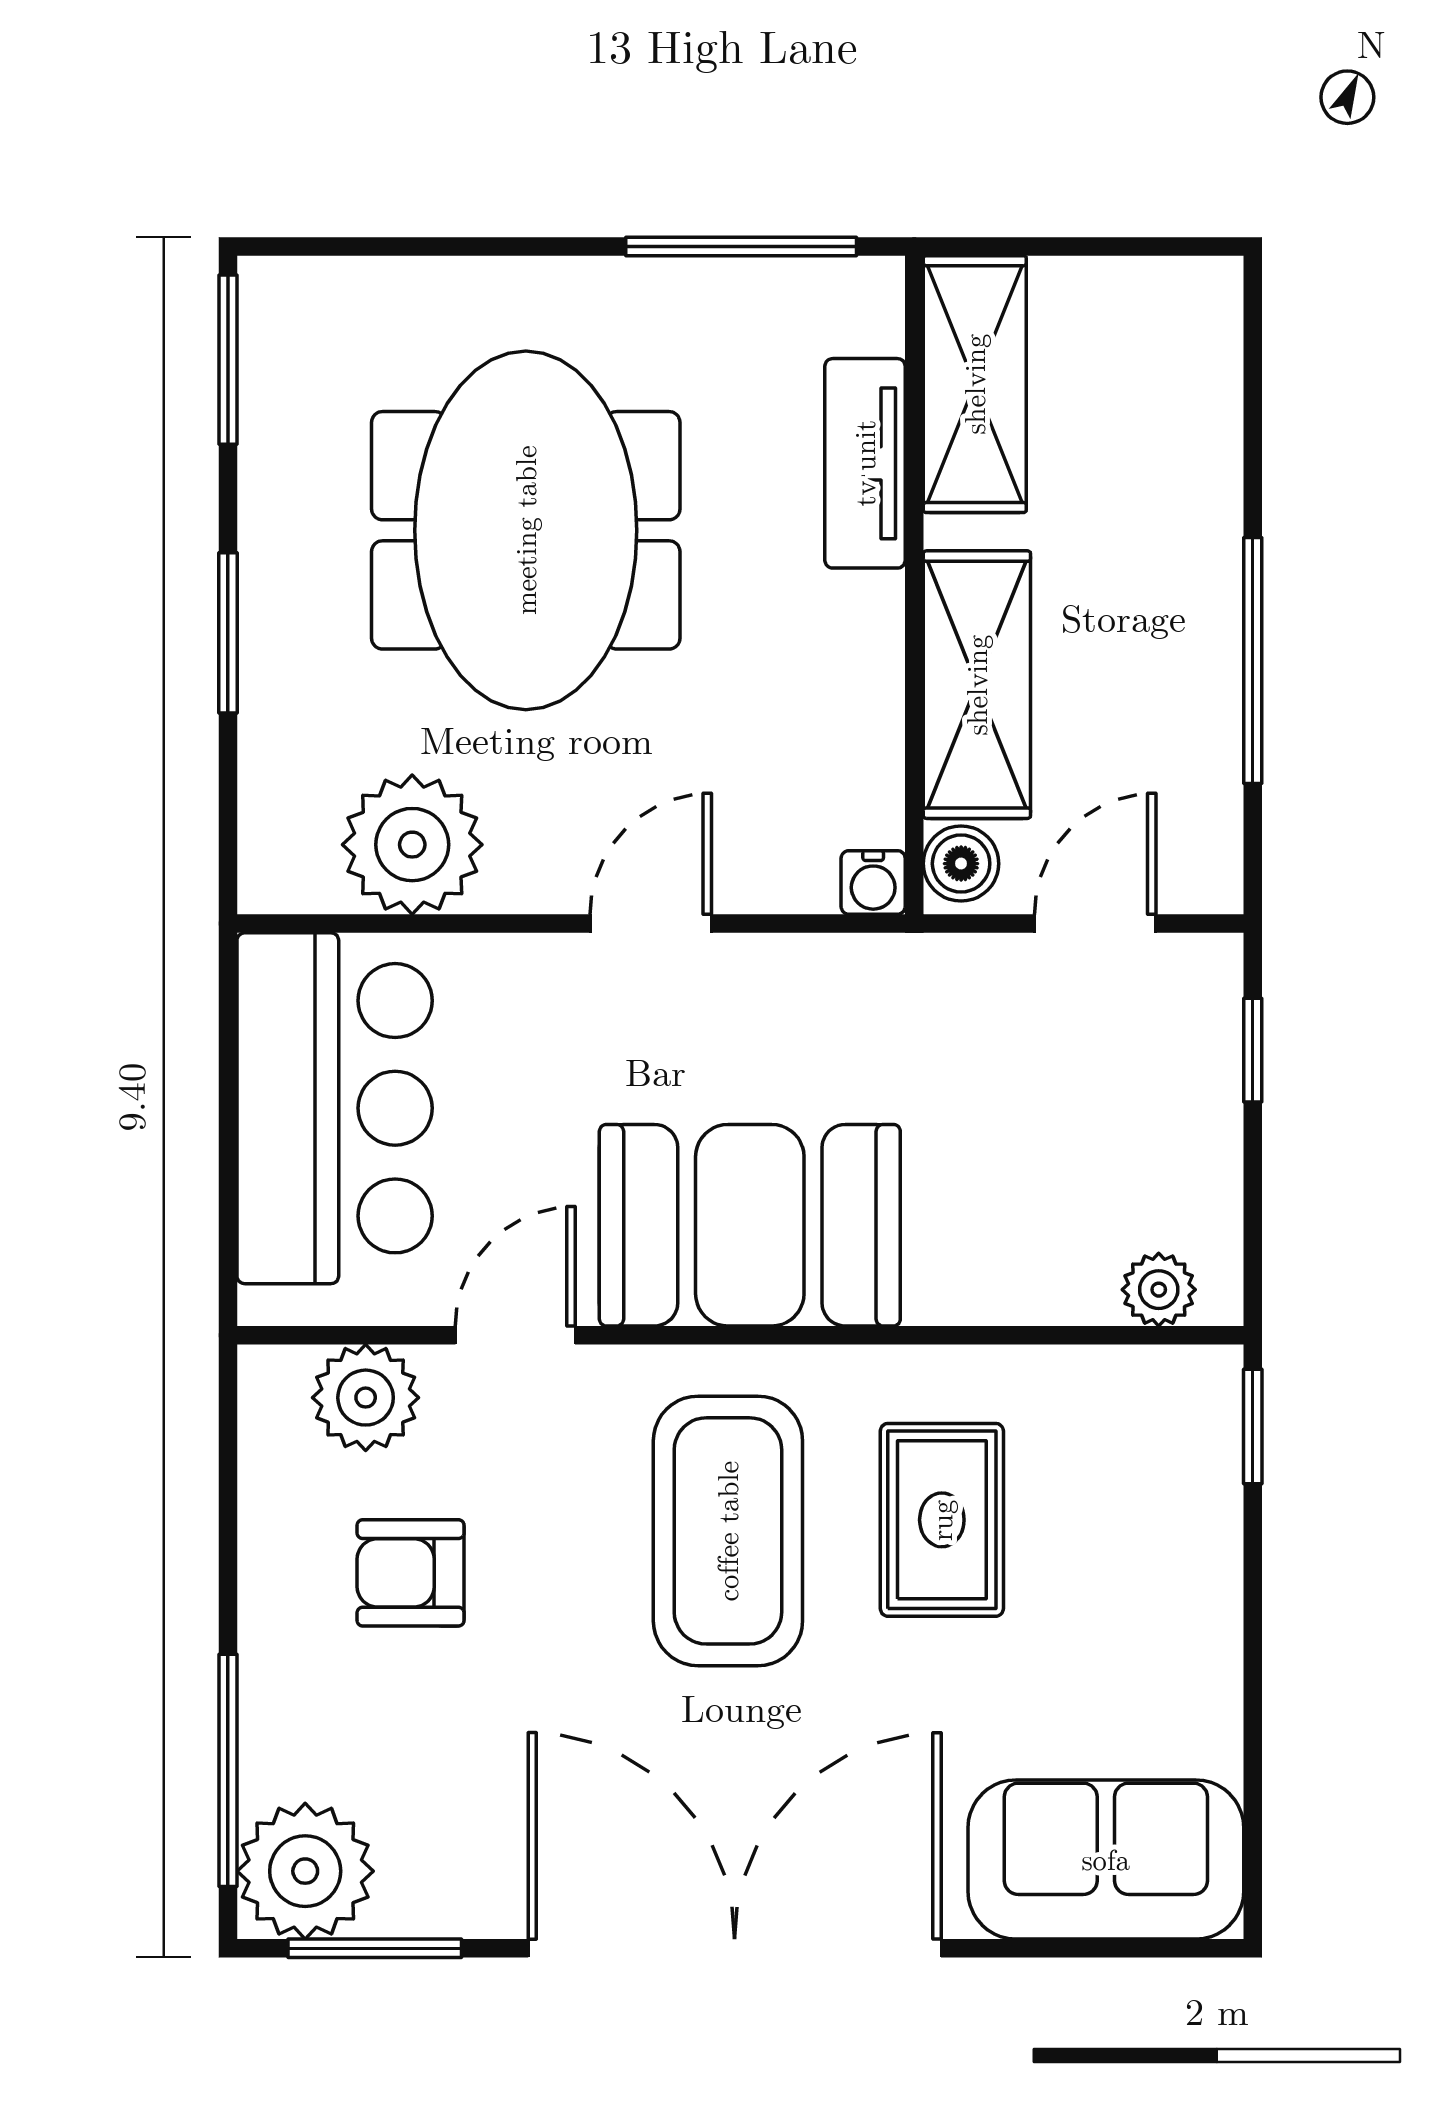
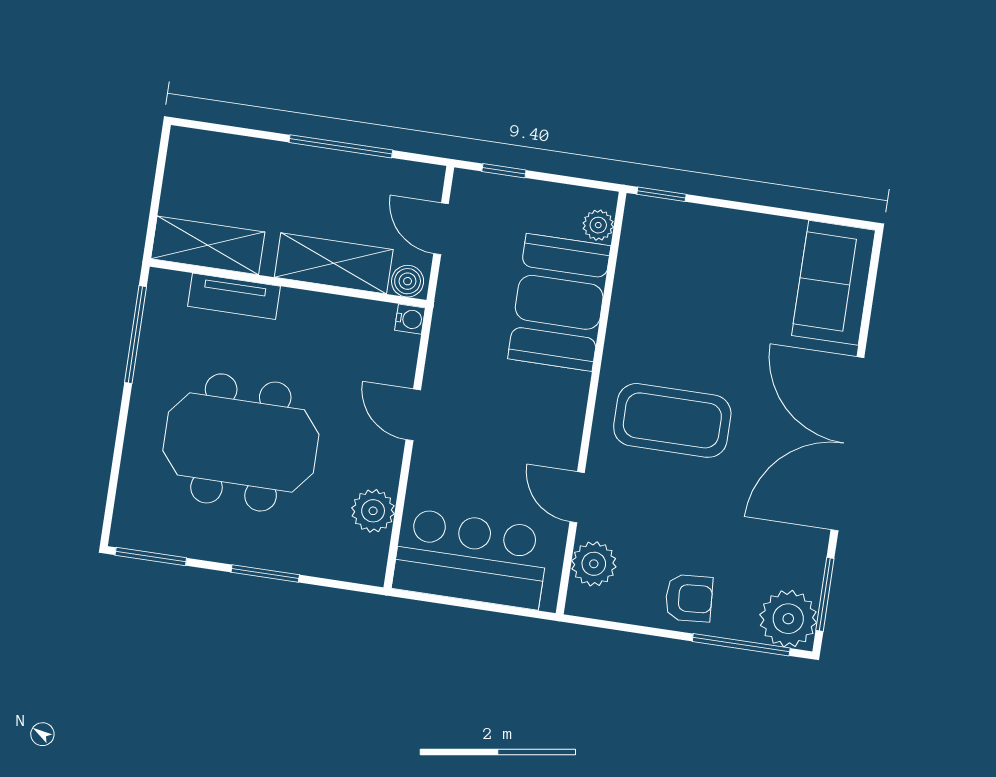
plant: (412, 845) -> (373, 511), width x0.73, depth x0.73
booth: (750, 1225) -> (559, 302), moved
rug: (942, 1520) -> (681, 330), removed
armchair: (411, 1573) -> (689, 598), moved, turned -94

